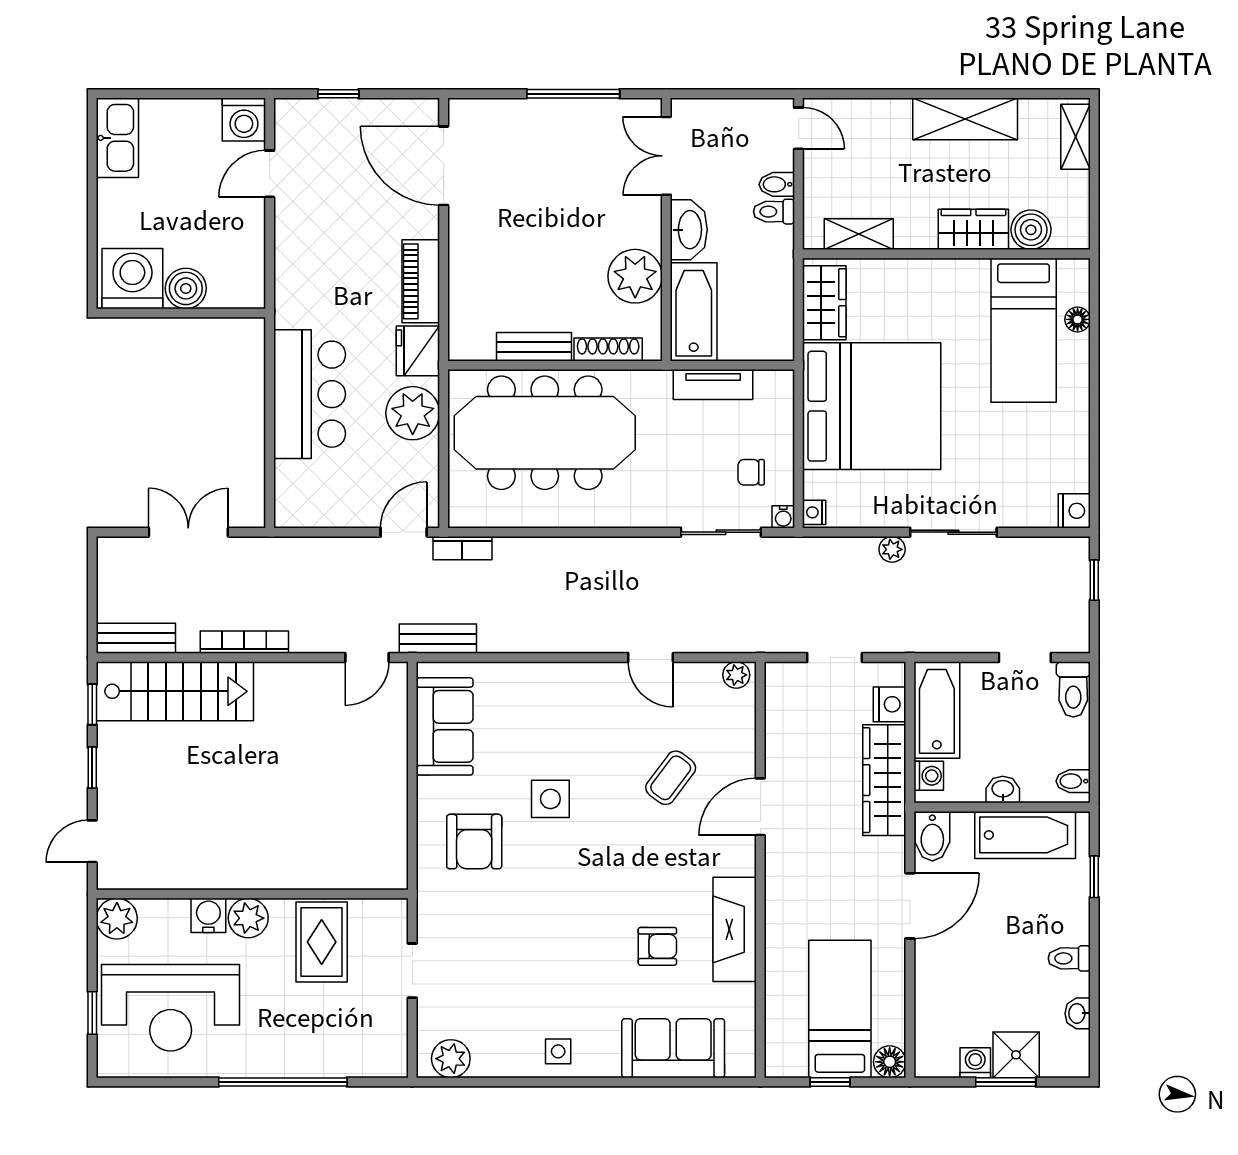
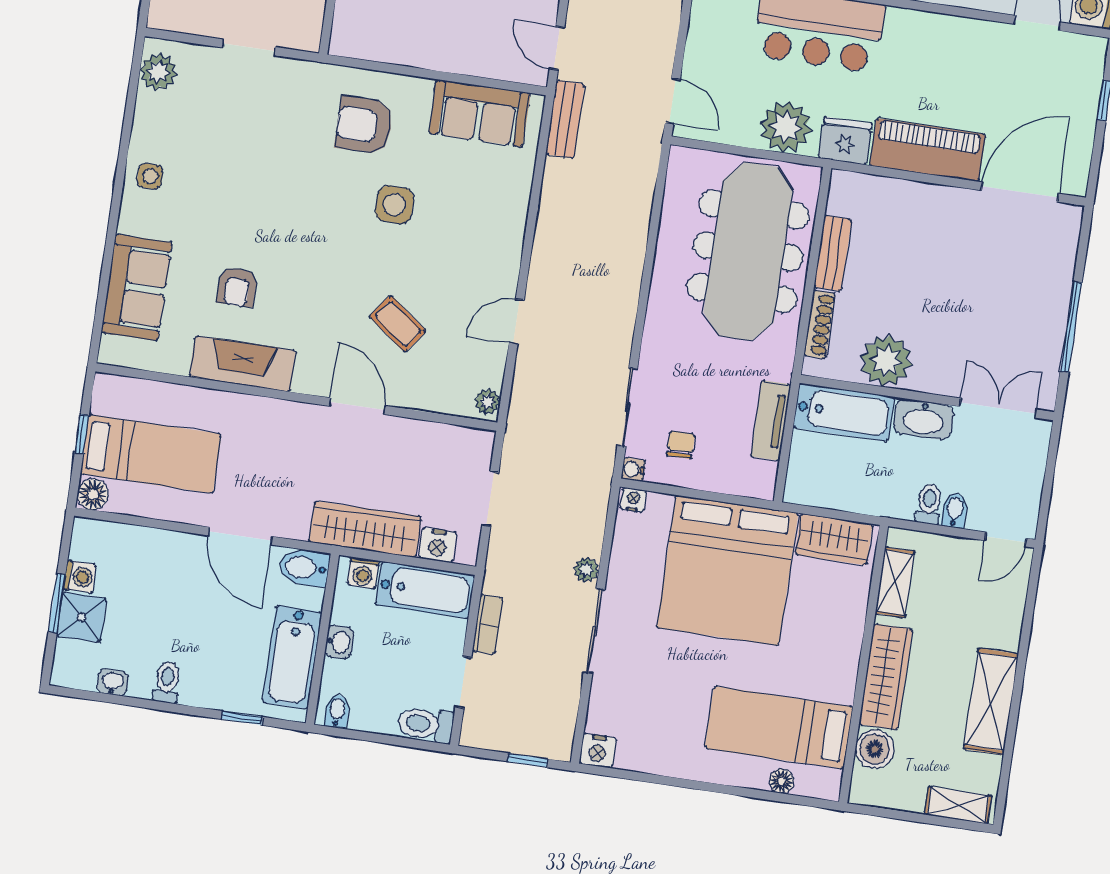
wardrobe: (973, 229) -> (886, 677), width x1.50
piano: (421, 281) -> (927, 150), width x1.37, depth x1.33
bookcase: (462, 548) -> (488, 624), moved, turned 180

